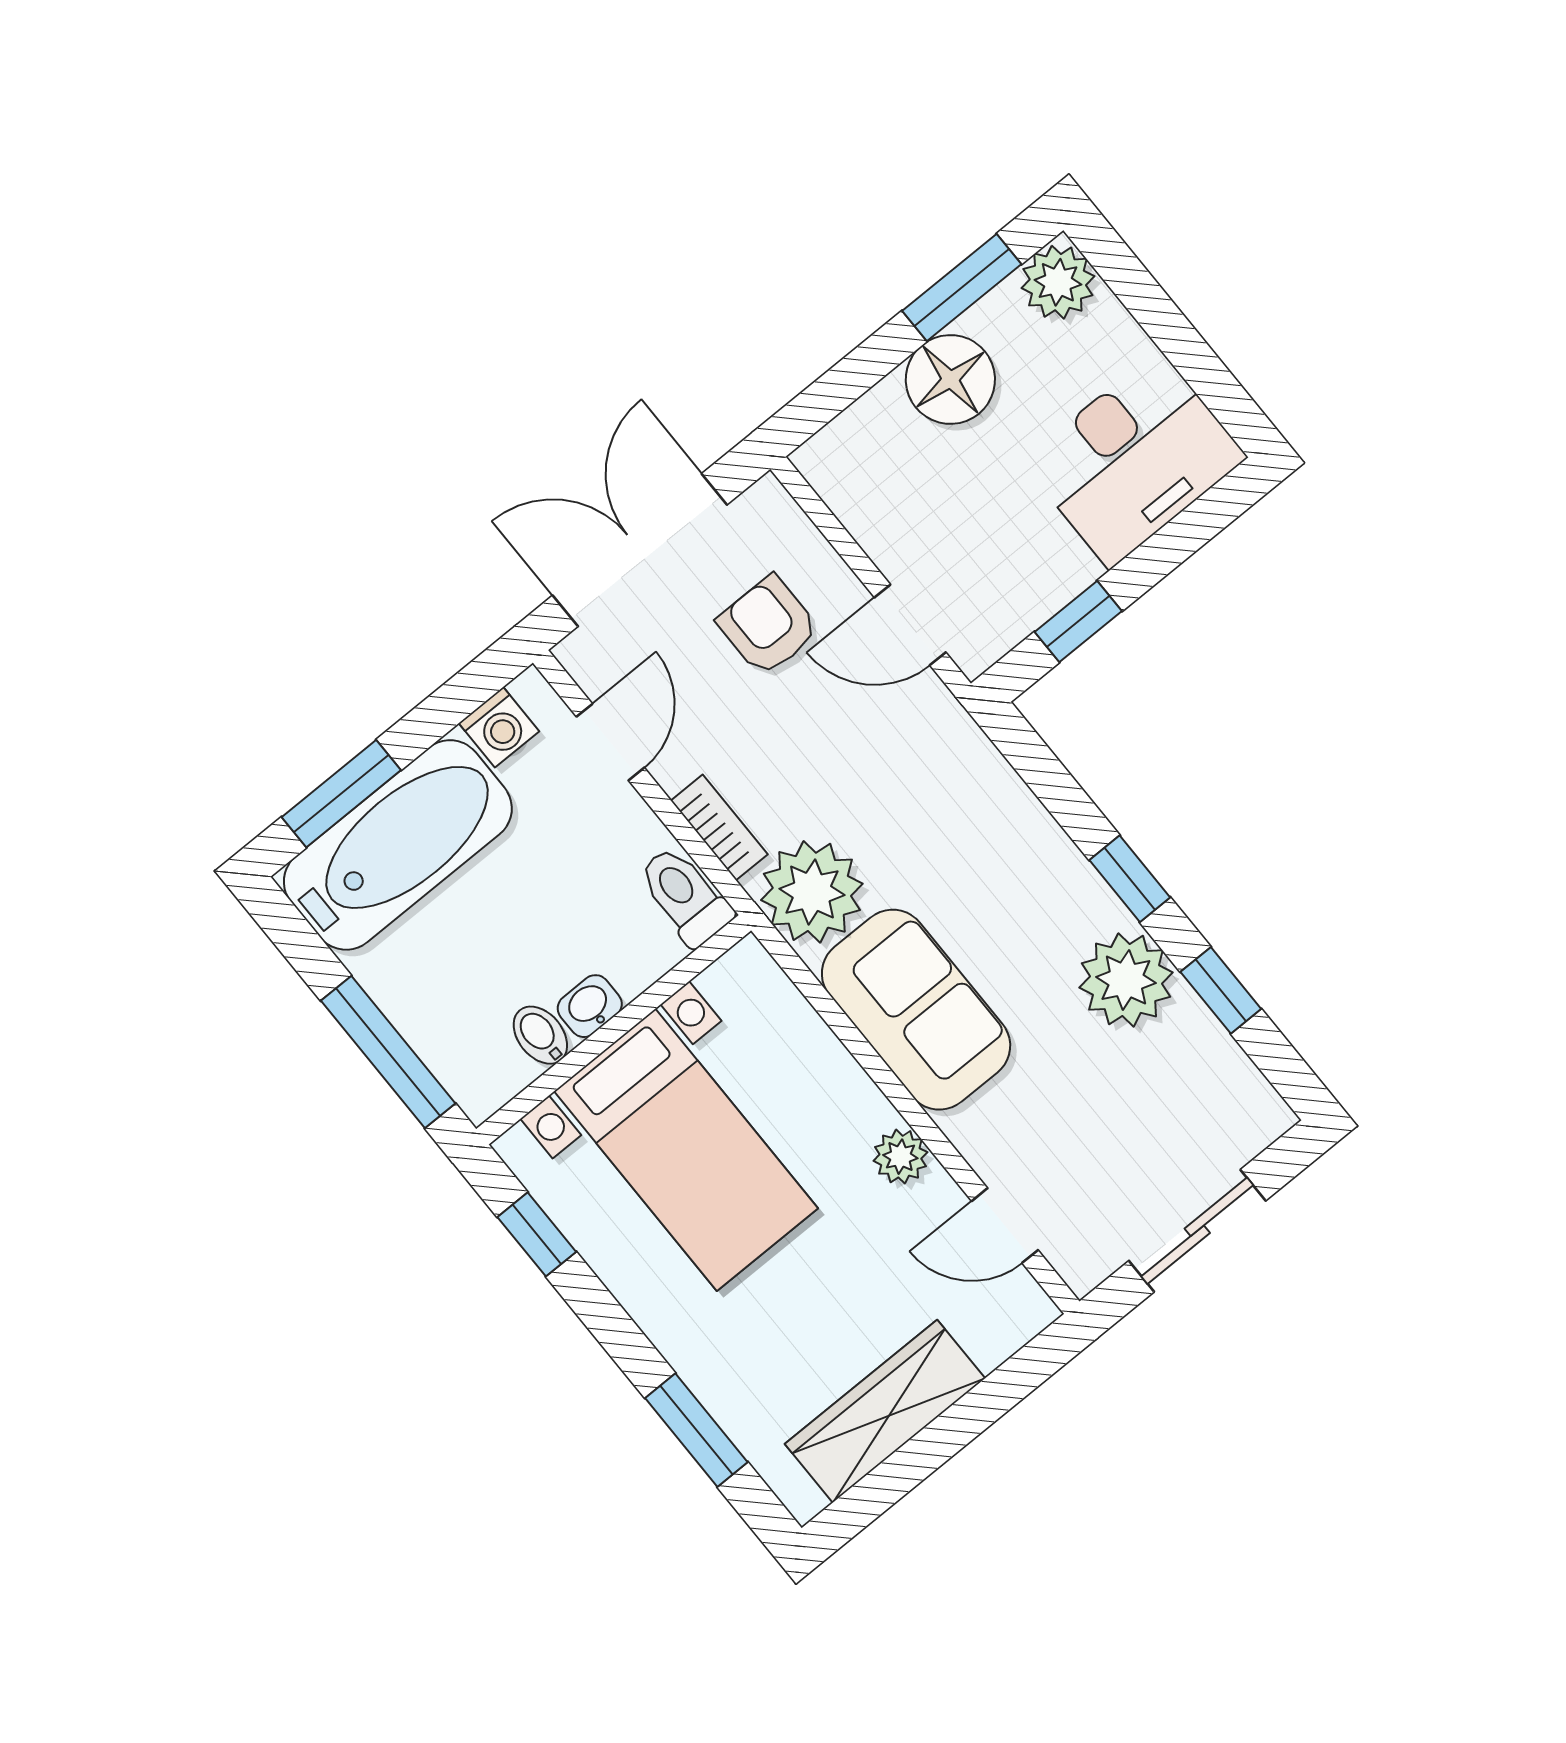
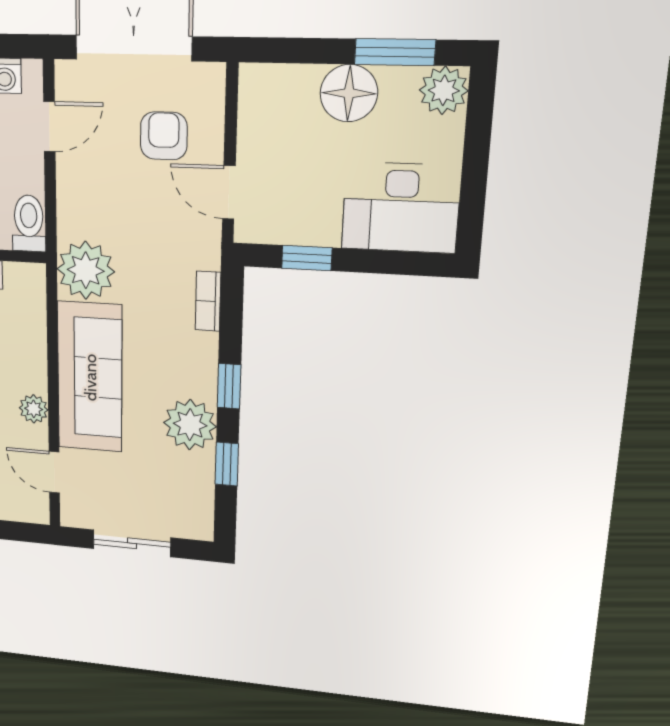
bookcase: (719, 827) -> (208, 301), moved, turned 180
sofa: (916, 1010) -> (90, 377), width x1.36

